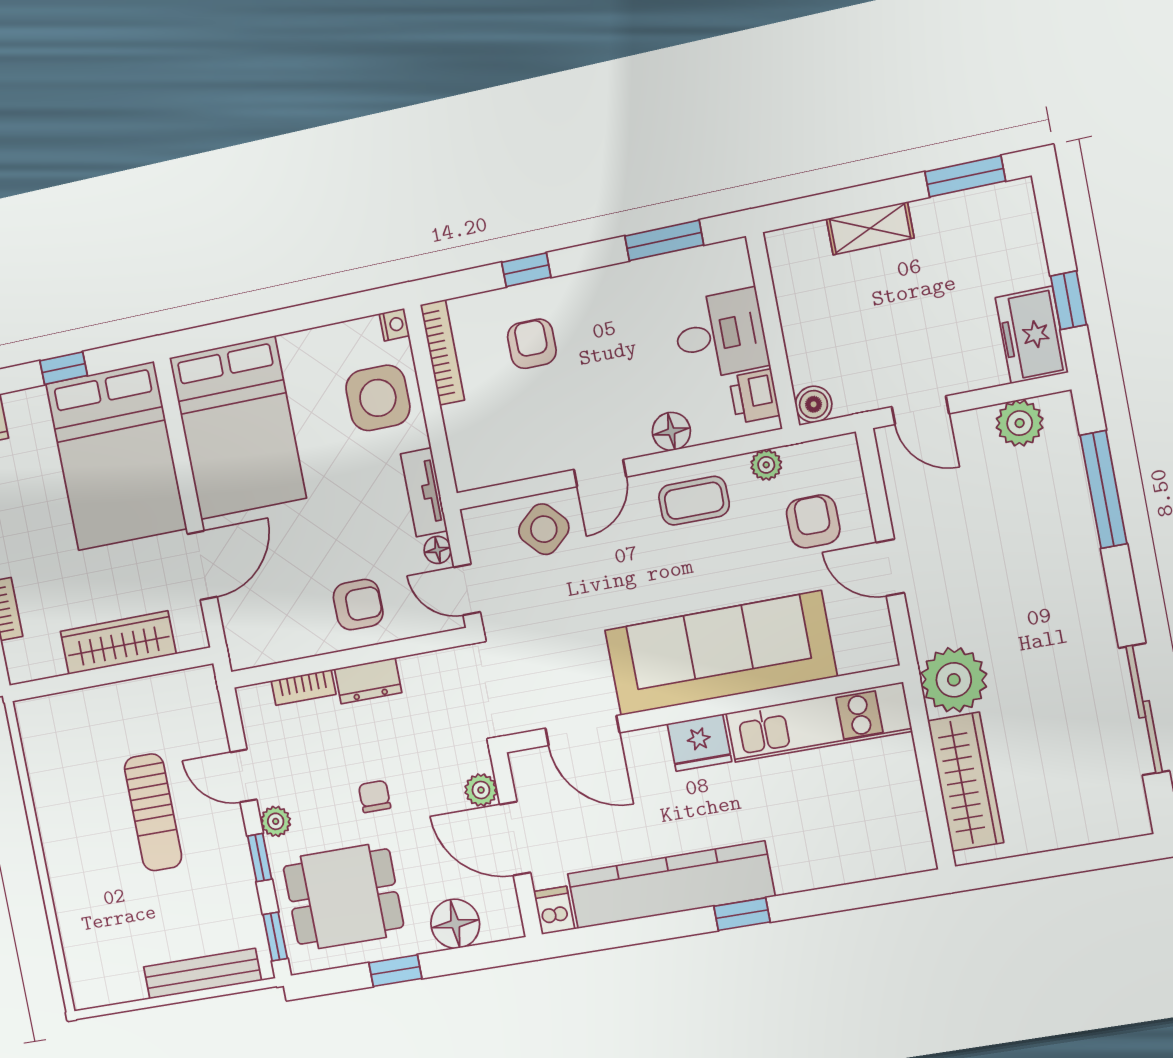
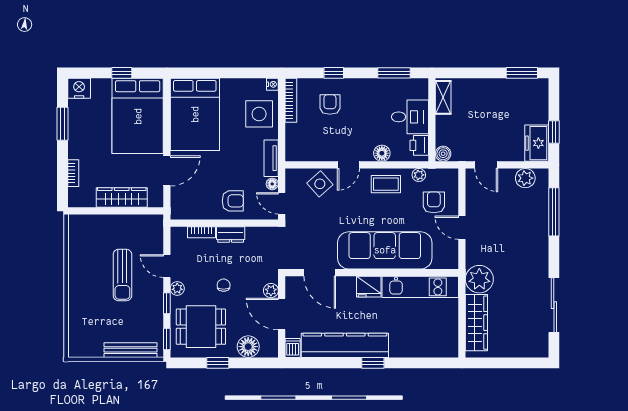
shelving: (870, 228) -> (443, 97), moved, turned 90

